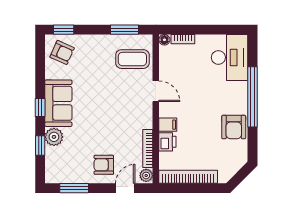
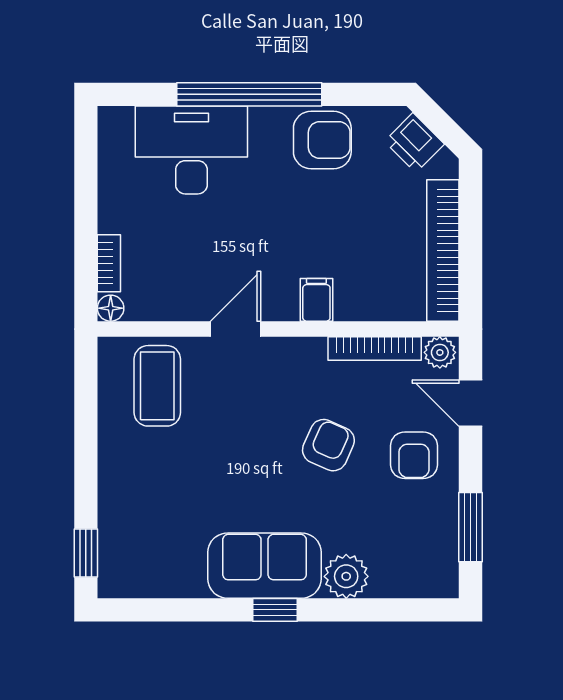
window: (125, 30) -> (86, 405), removed
armchair: (62, 52) -> (328, 445), moved
desk: (230, 57) -> (191, 150), moved
printer: (167, 142) -> (414, 143), moved, turned -135
window: (40, 145) -> (367, 610), removed

